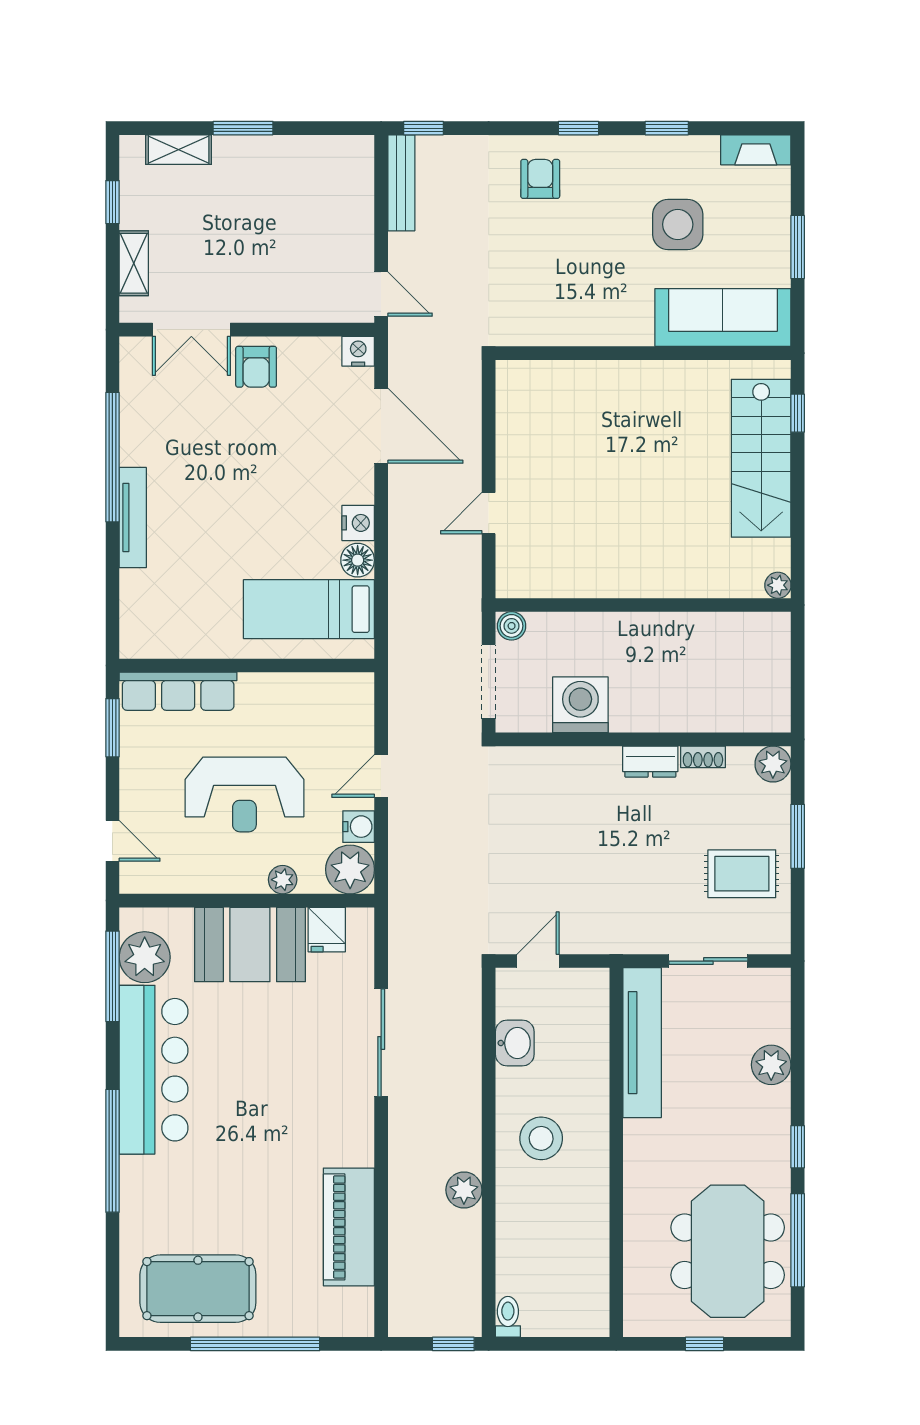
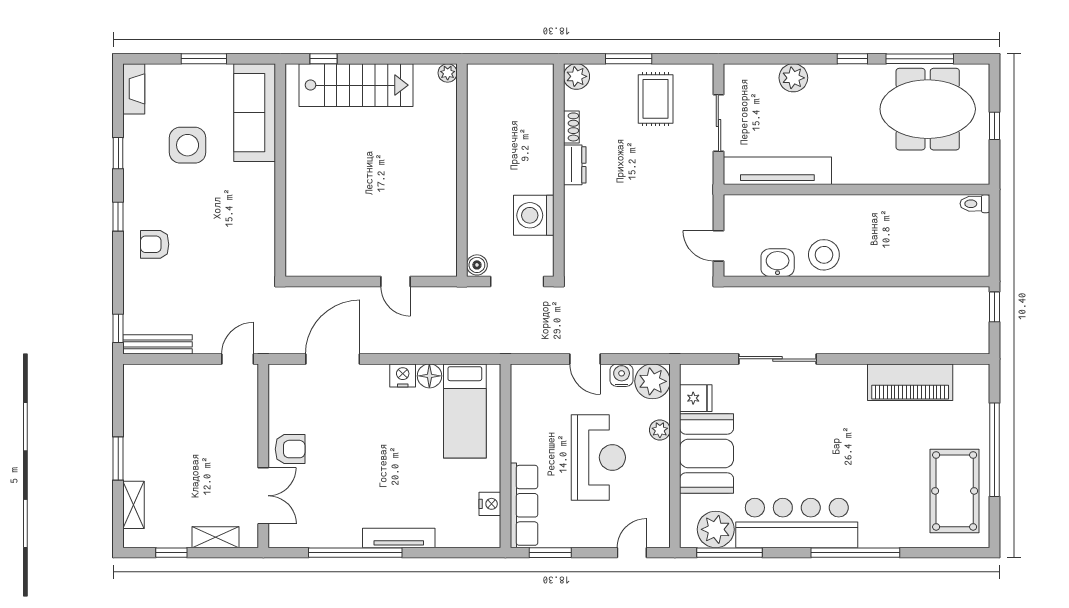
nightstand: (358, 351) -> (490, 504), moved, turned 180
stool: (541, 1138) -> (824, 255), moved
plant: (464, 1190) -> (884, 299), removed
toilet: (508, 1317) -> (975, 204), moved

